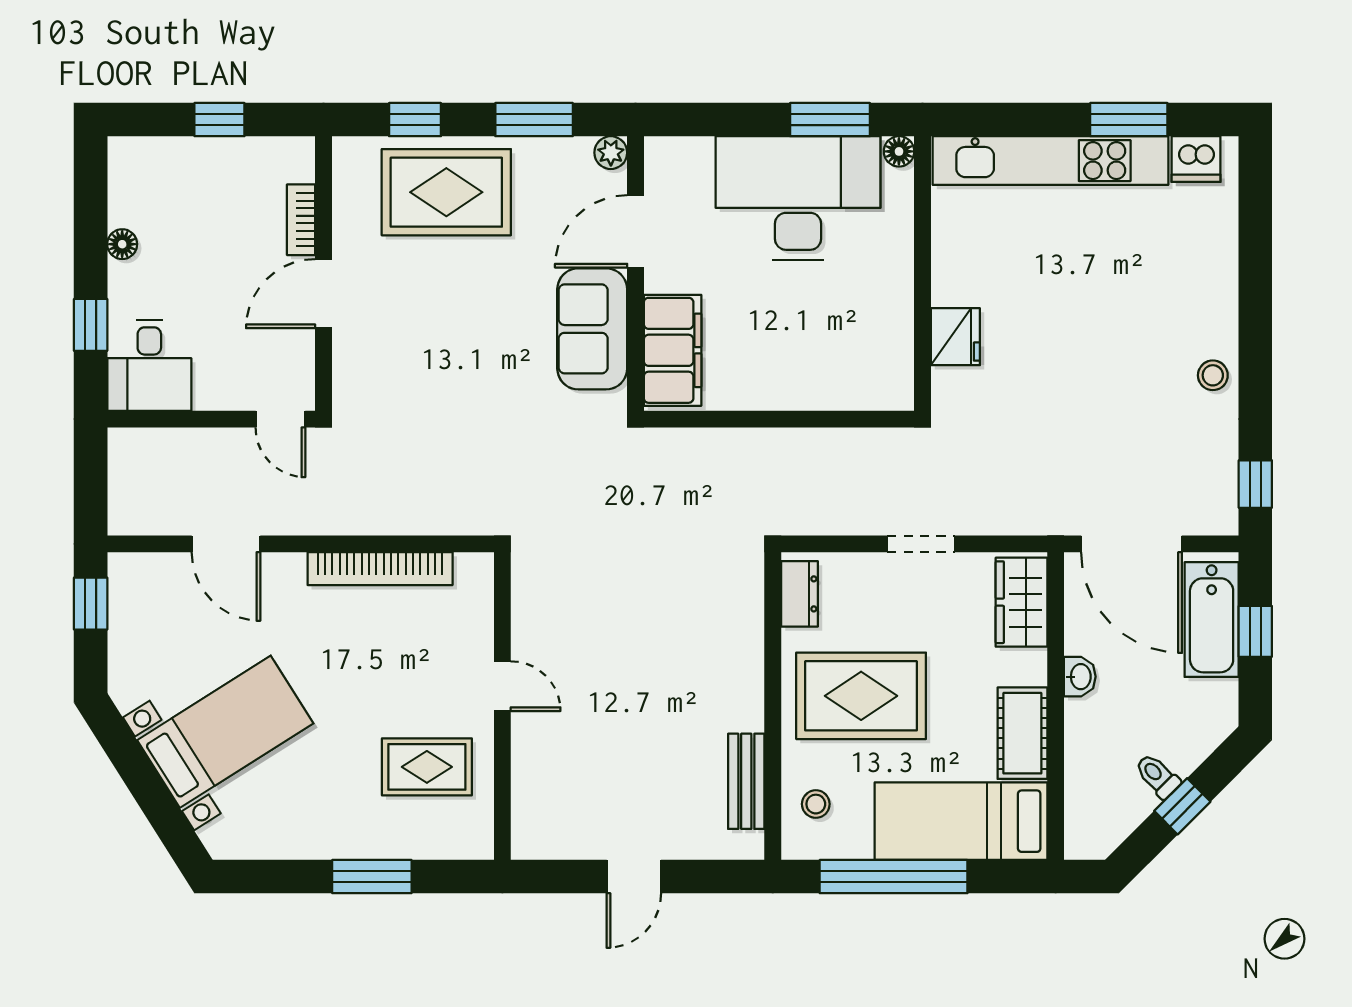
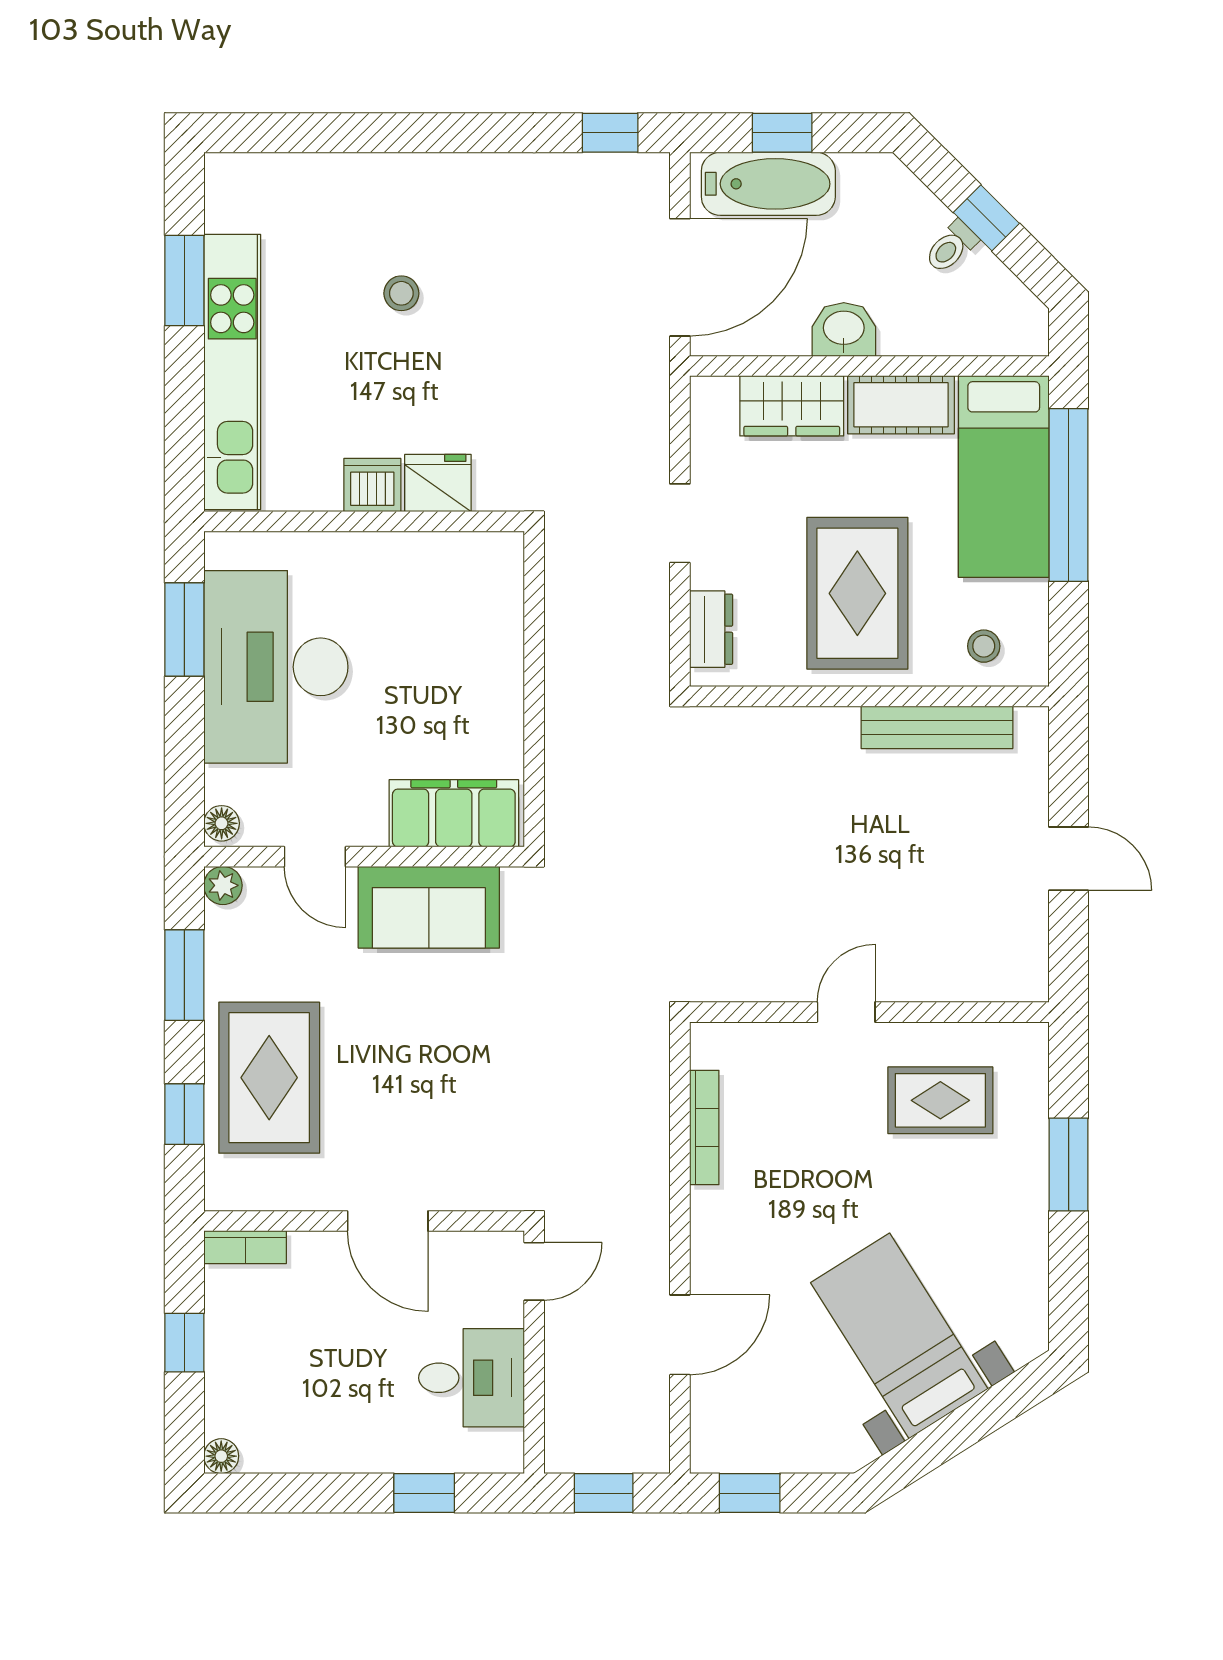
floor lamp: (899, 151) -> (222, 823), moved
dishwasher: (1196, 159) -> (372, 485), moved, turned -90
bookcase: (301, 220) -> (245, 1247), moved
door: (636, 231) -> (315, 857), width x0.73
floor lamp: (122, 244) -> (221, 1456), moved
desk: (149, 365) -> (472, 1378), moved
stool: (1213, 375) -> (401, 293), moved
window: (91, 479) -> (604, 1493), added
bookcase: (380, 569) -> (704, 1127), width x0.68, depth x0.76
dresser: (799, 594) -> (711, 629), moved, turned 90
wardrobe: (1022, 602) -> (792, 406), moved
washbasin: (1080, 677) -> (844, 329), width x1.38, depth x1.45
rug: (427, 767) -> (940, 1100), turned 90
bench: (746, 781) -> (937, 727), width x1.36
window: (894, 877) -> (1069, 495), moved

